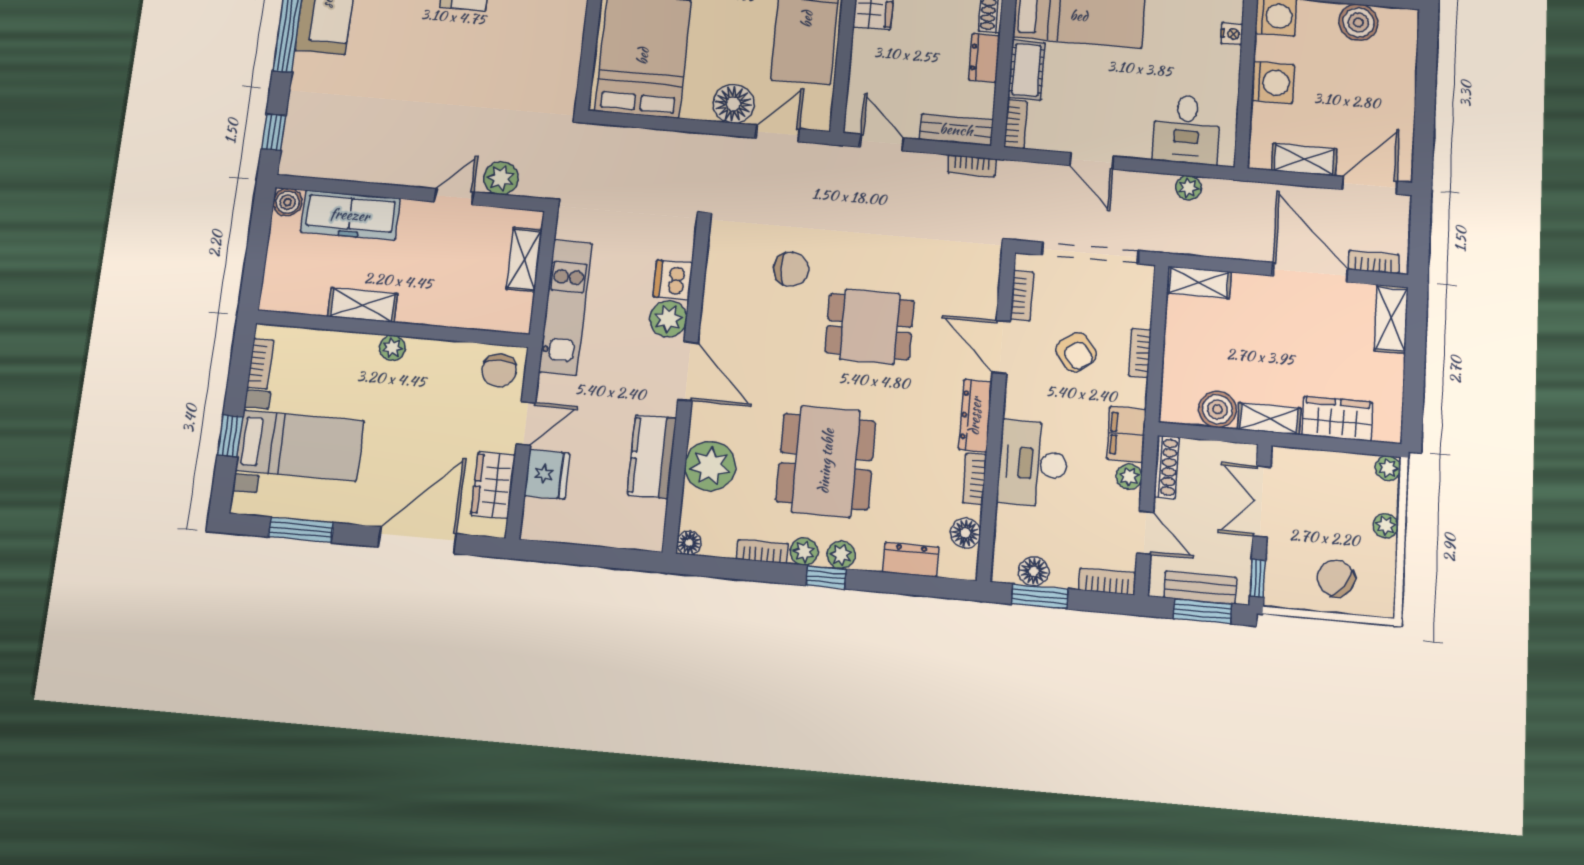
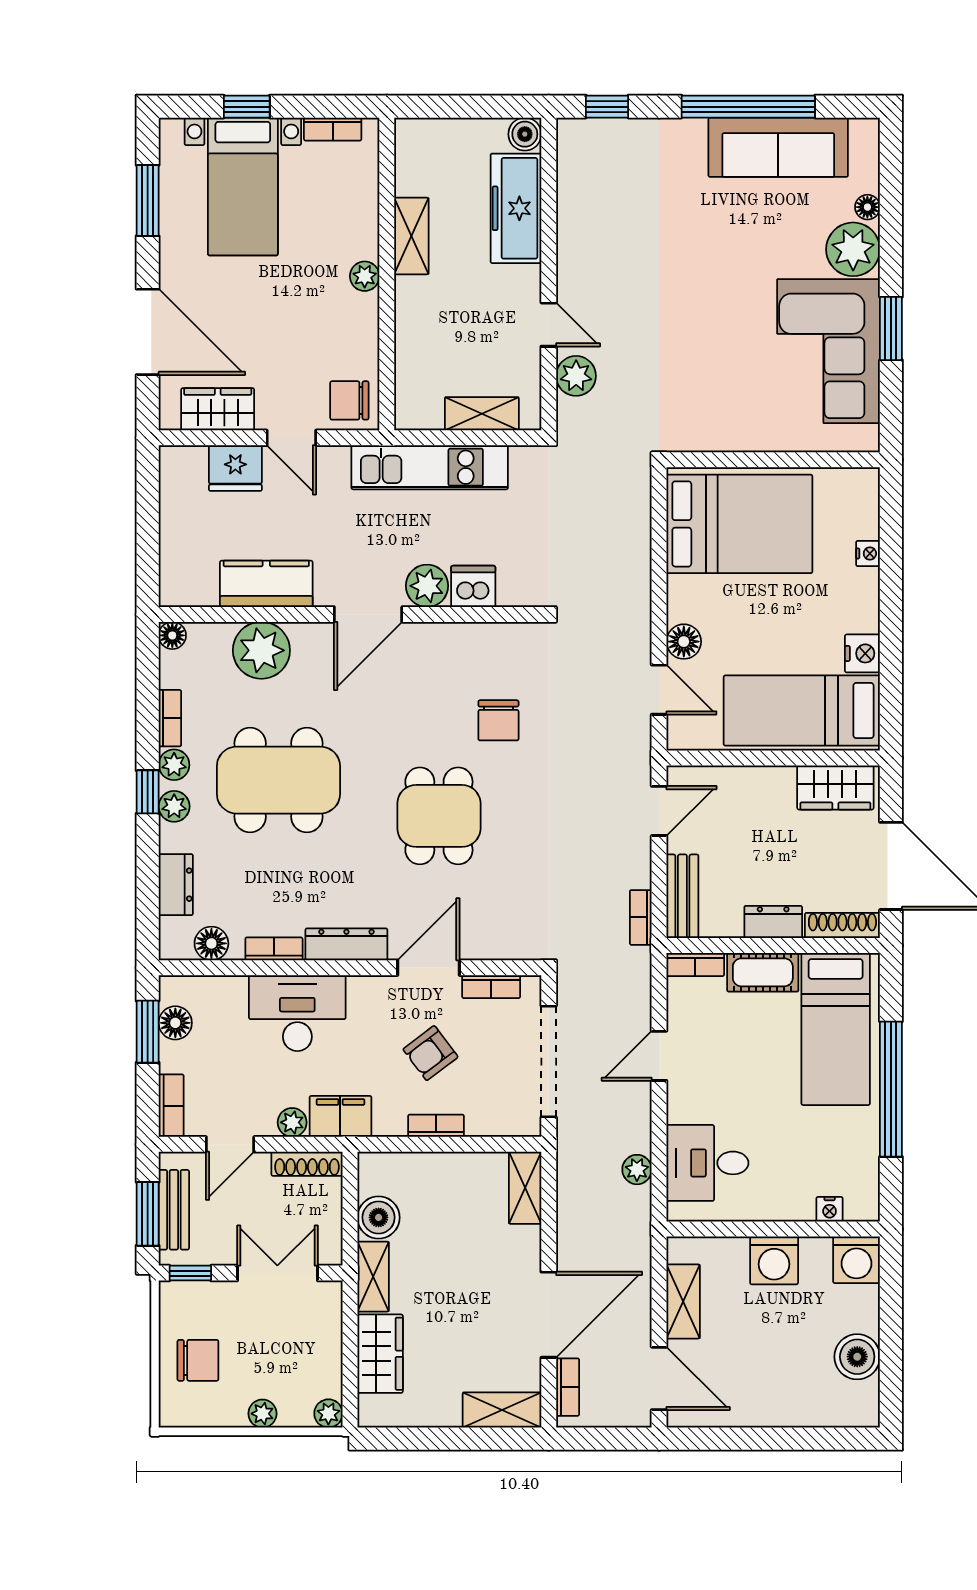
floor lamp: (733, 104) -> (684, 642), width x0.73, depth x0.73
chair: (1336, 578) -> (198, 1360), turned 54

